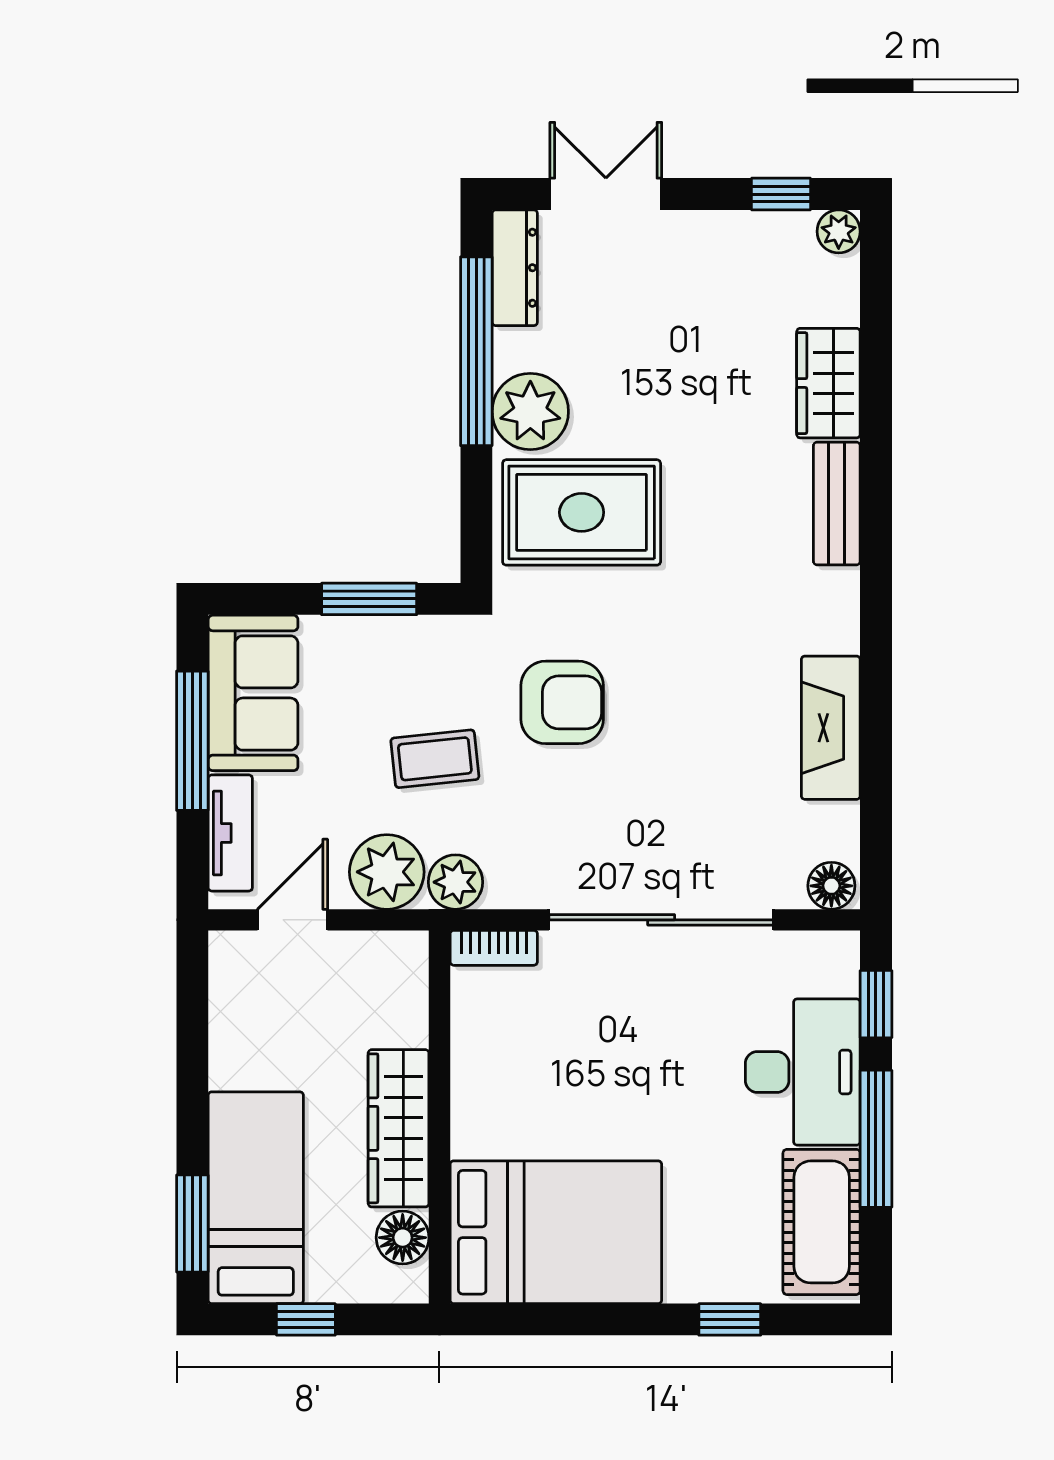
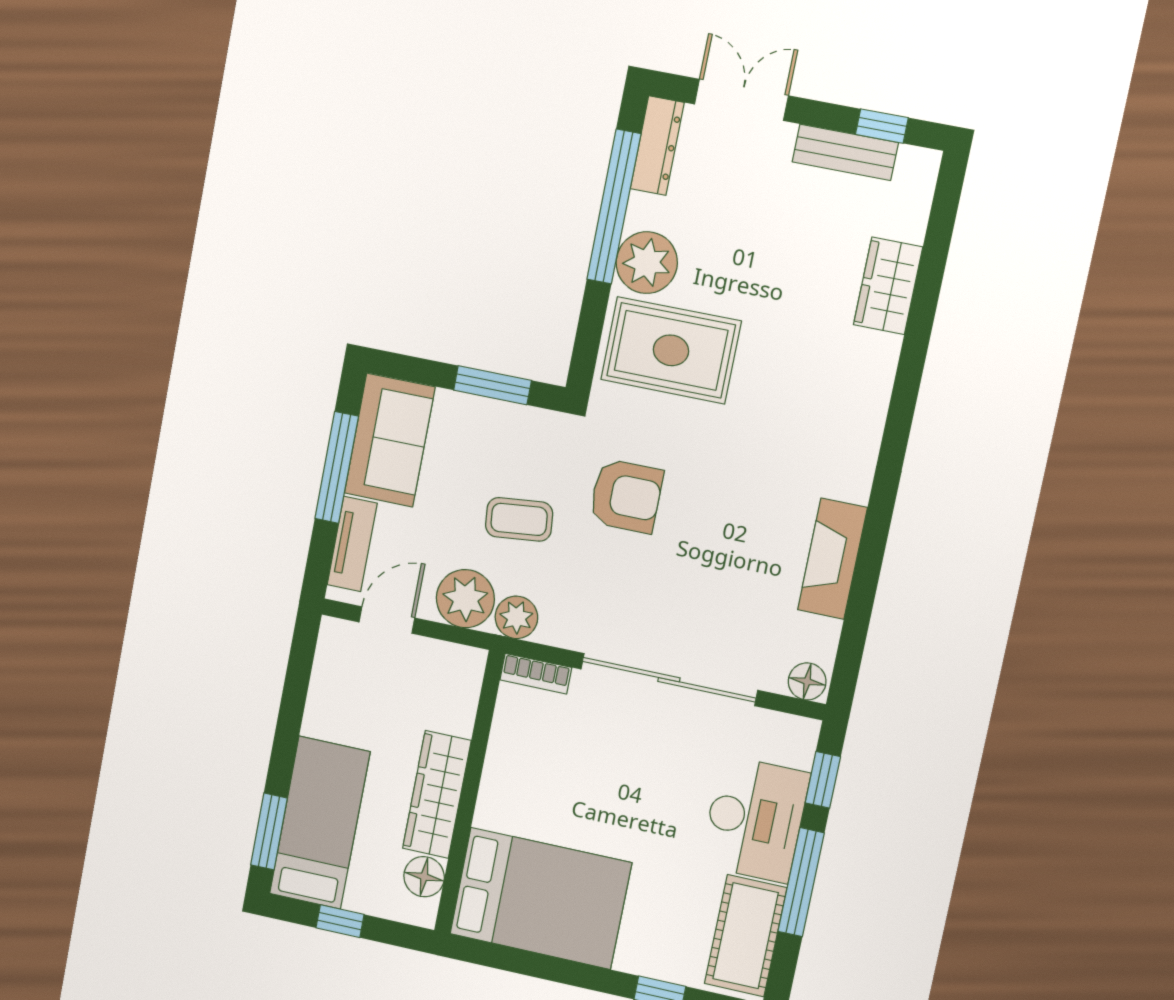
plant: (839, 231) -> (922, 165), removed
bench: (837, 503) -> (845, 152), moved, turned 90

